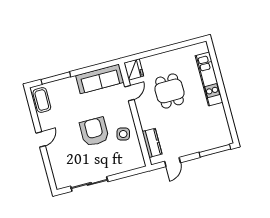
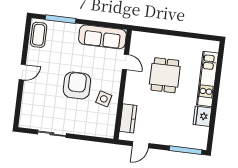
fridge: (134, 69) -> (202, 116), moved, turned 180
door: (129, 93) -> (125, 62), hinge flipped
sliding door: (89, 184) -> (52, 134), width x0.73

